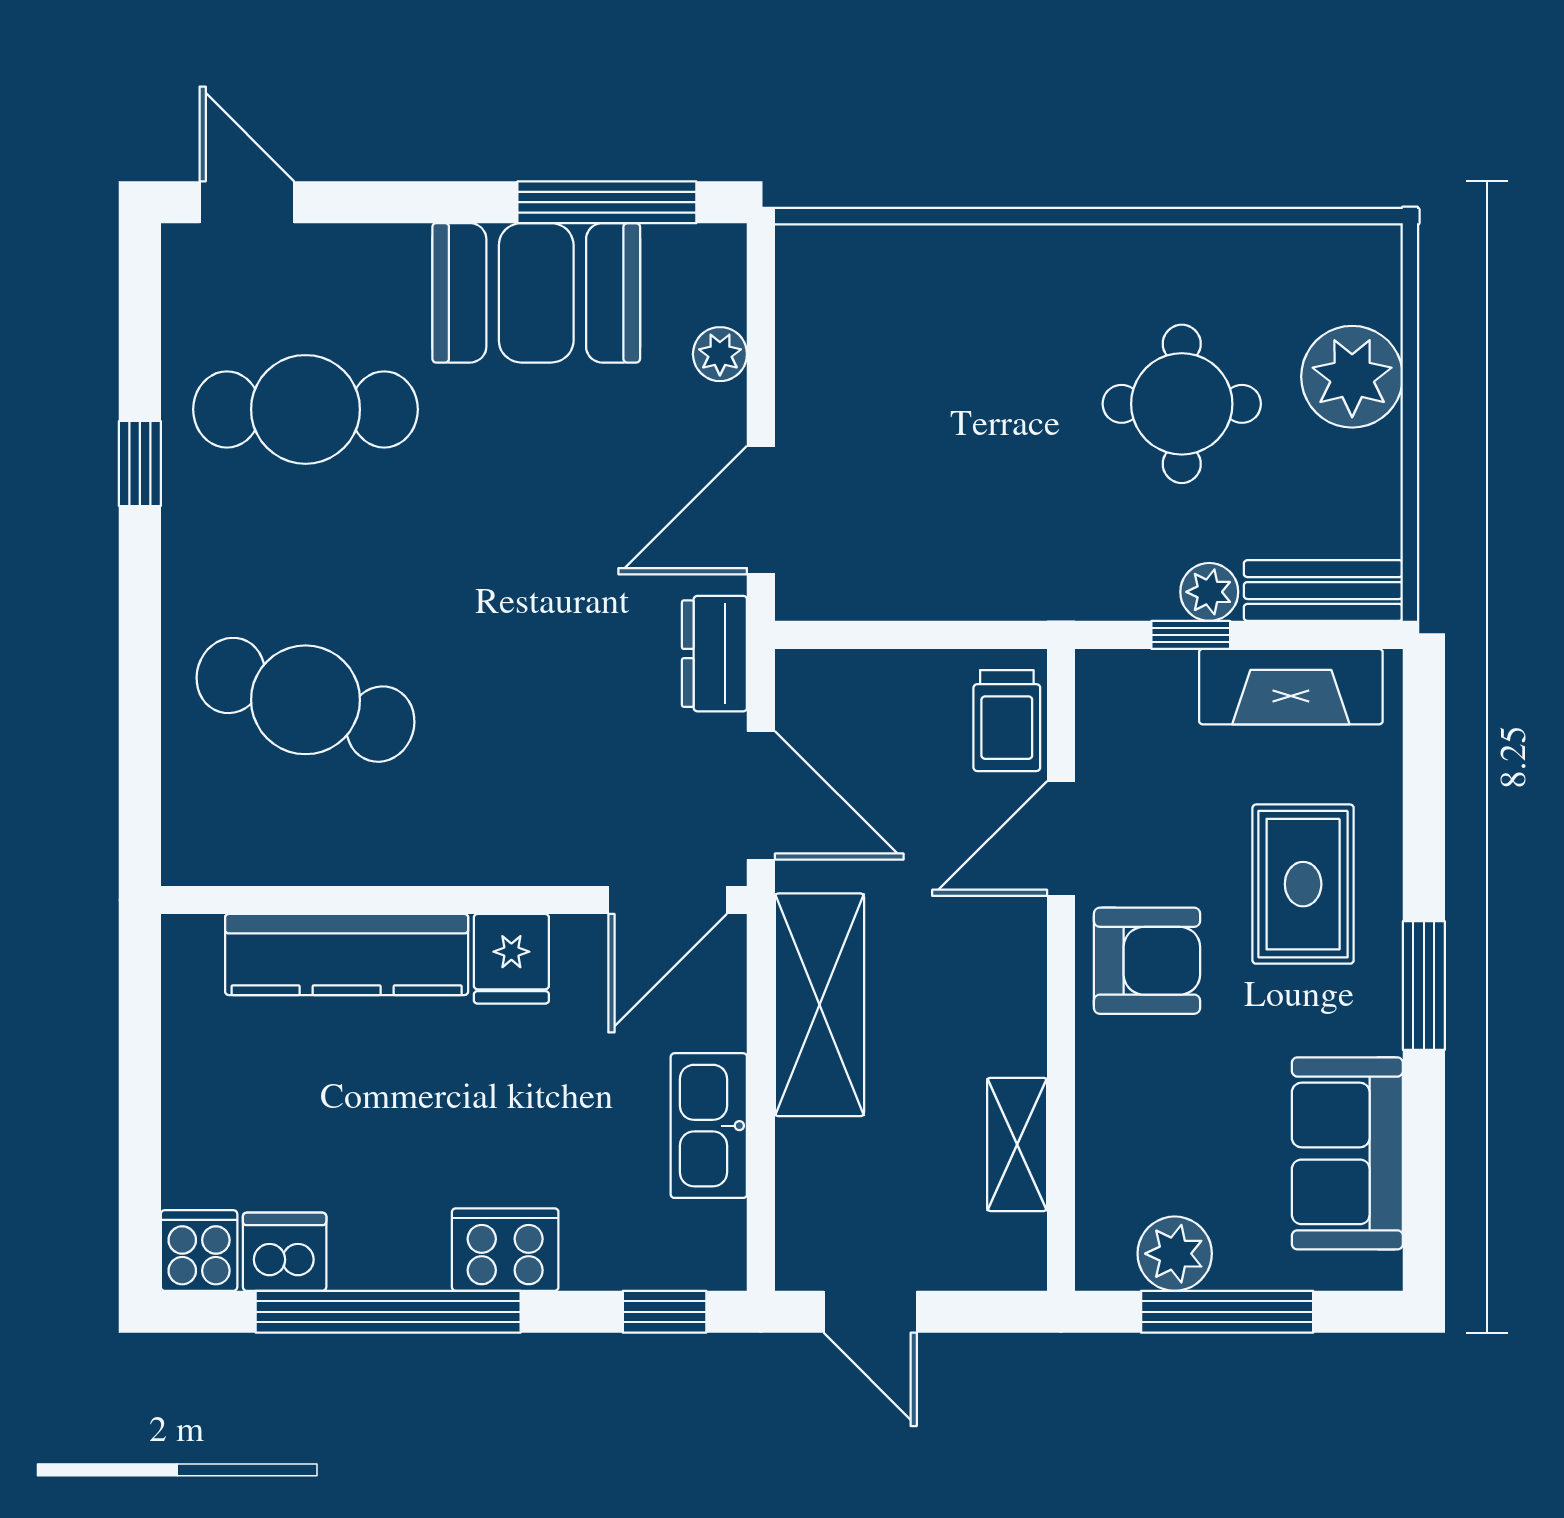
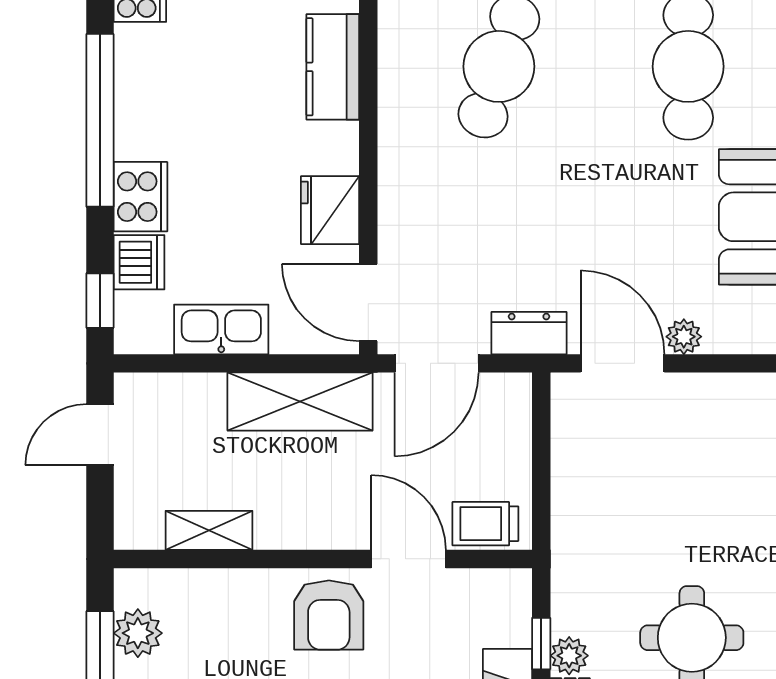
plant: (720, 354) -> (684, 337), moved
kitchen counter: (347, 955) -> (333, 67), width x0.67
fridge: (511, 959) -> (330, 210), width x1.38
dishwasher: (285, 1252) -> (139, 262), moved

